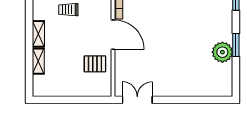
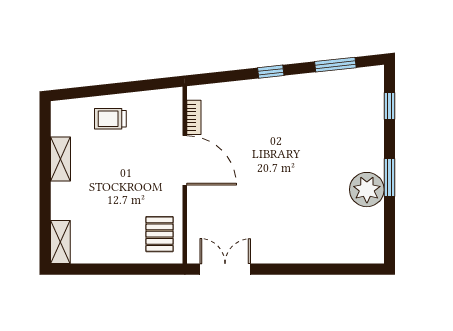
shelving: (38, 61) -> (60, 242), moved
pallet: (95, 64) -> (160, 234), moved, turned 90

